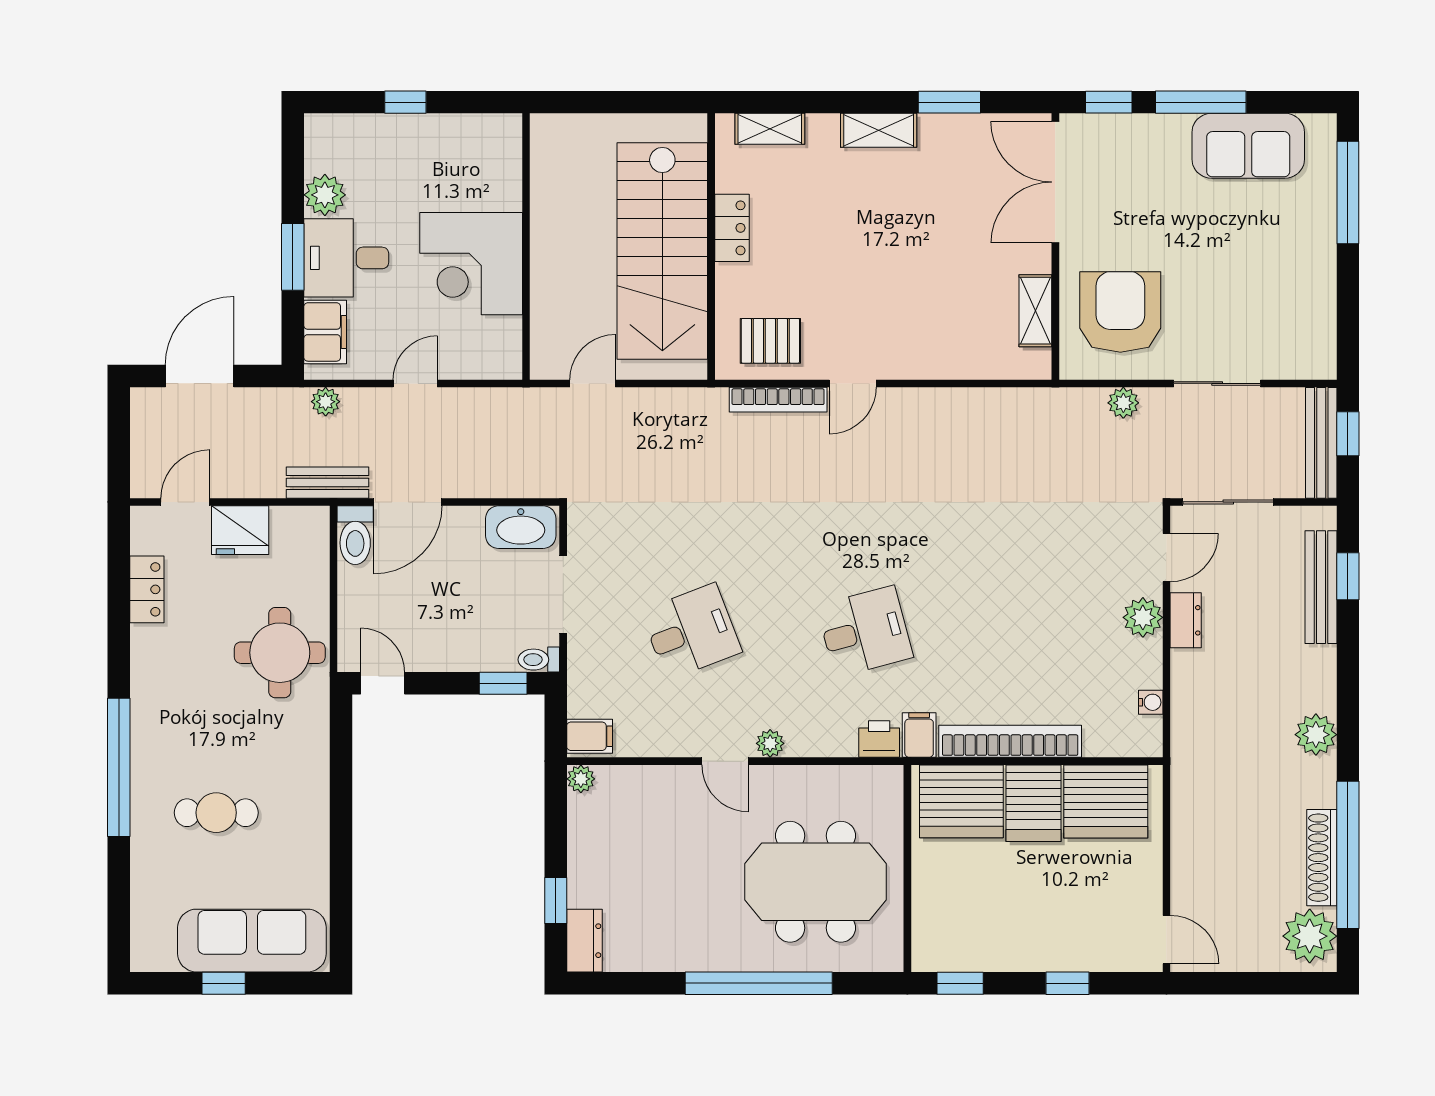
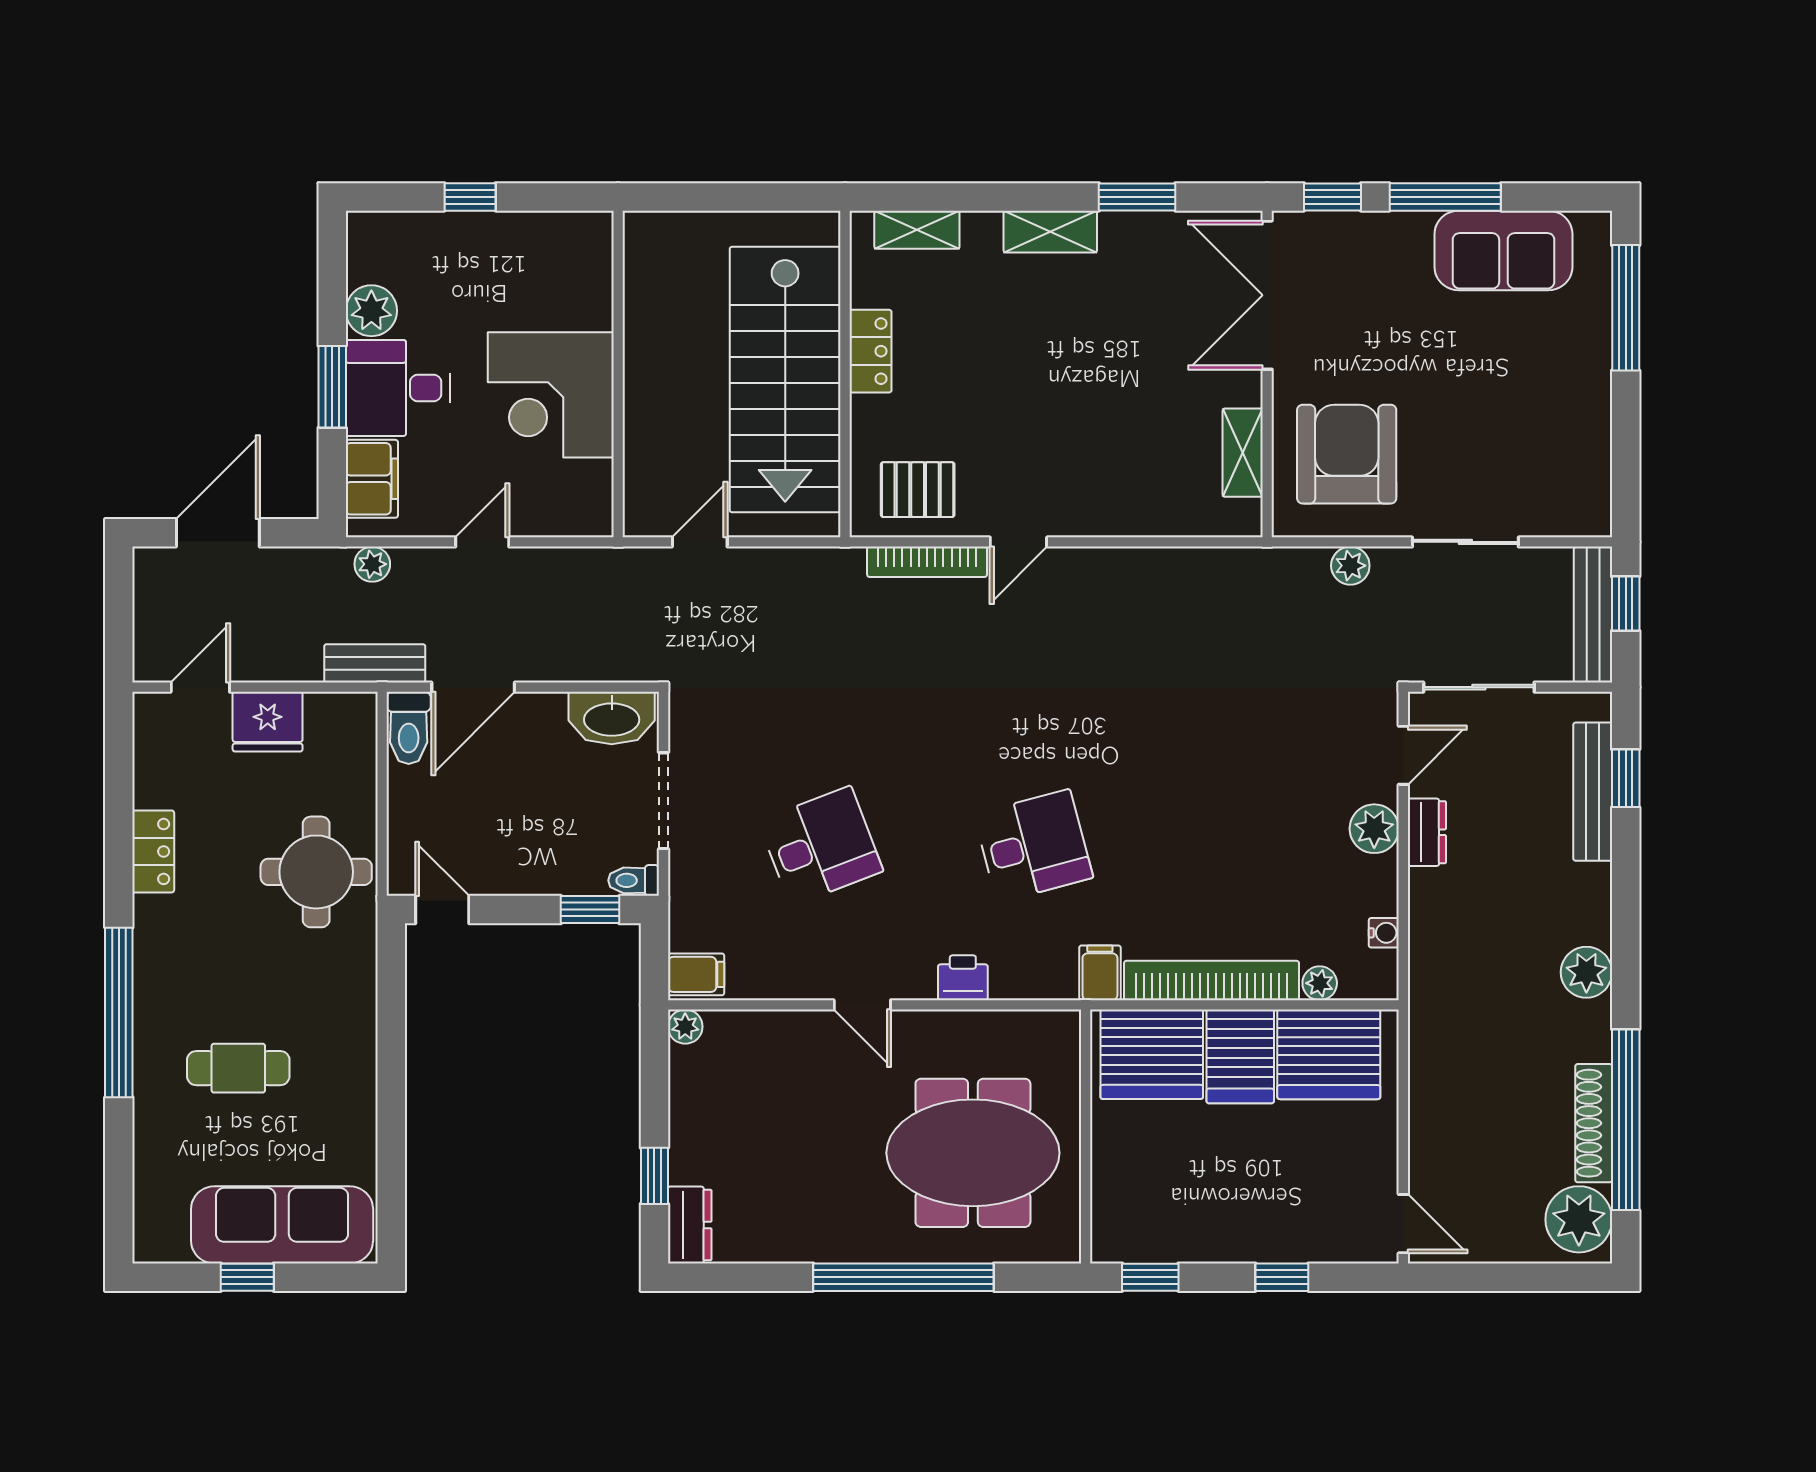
locker: (147, 589) -> (153, 851), moved
printer: (879, 739) -> (963, 978), moved
plant: (770, 743) -> (1320, 983), moved

